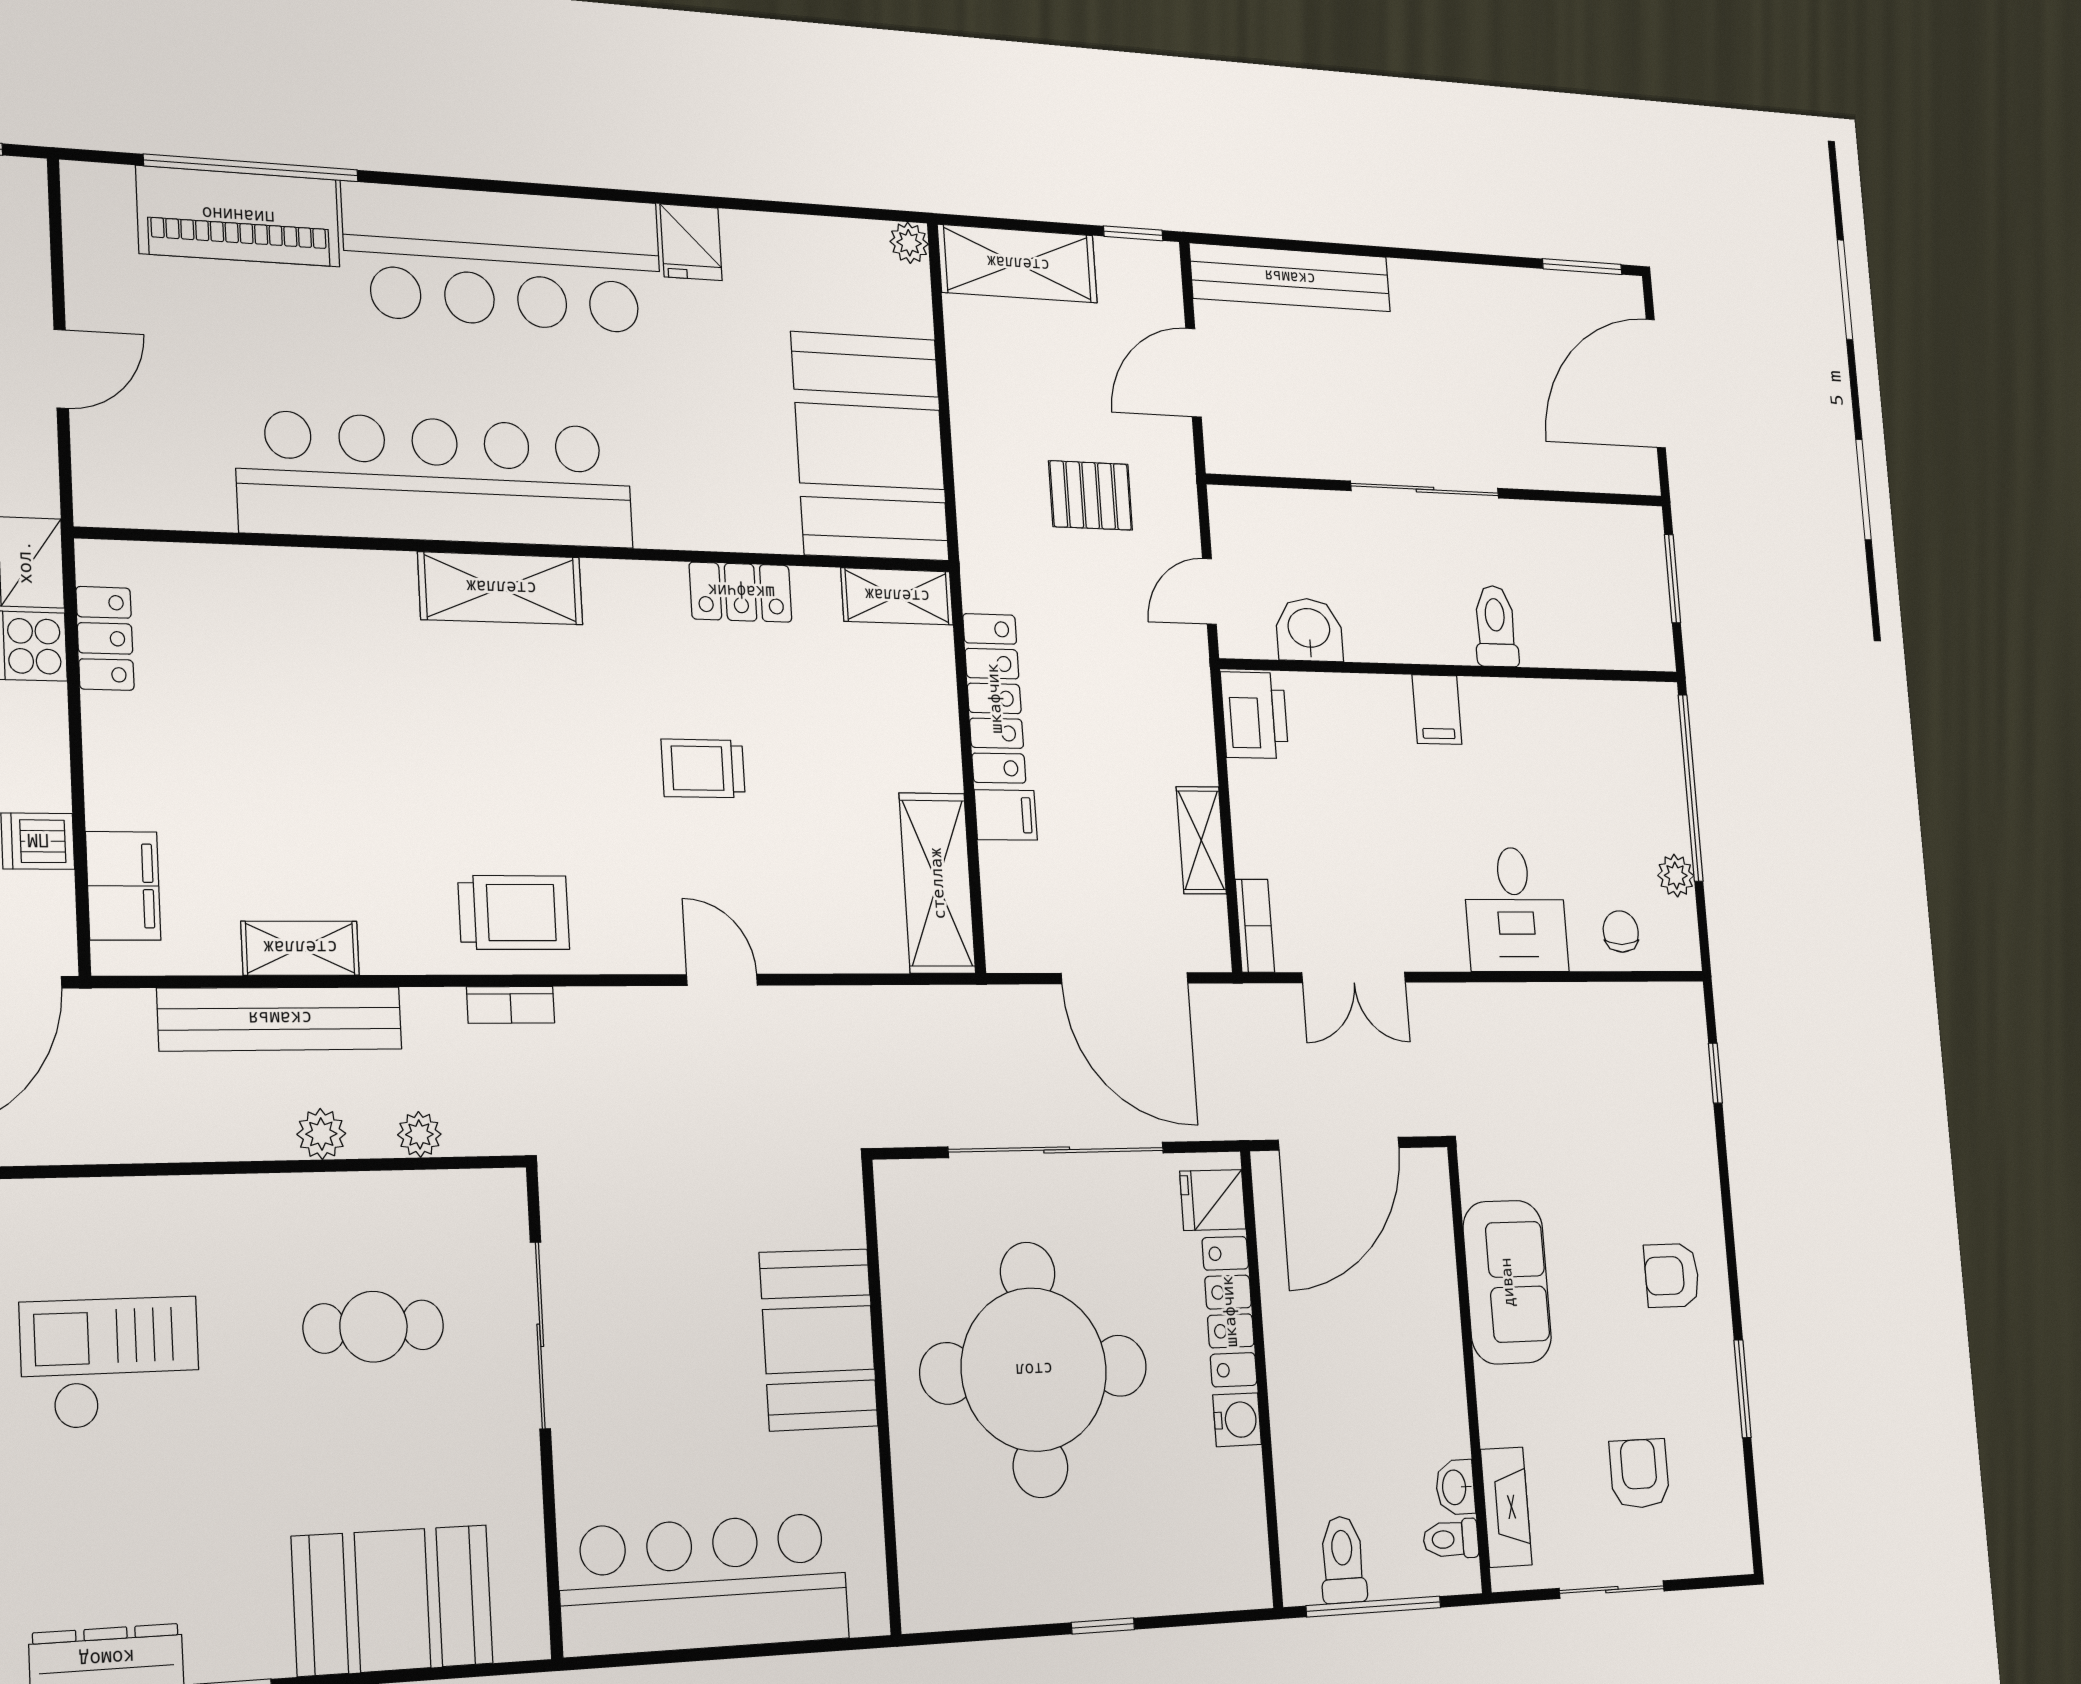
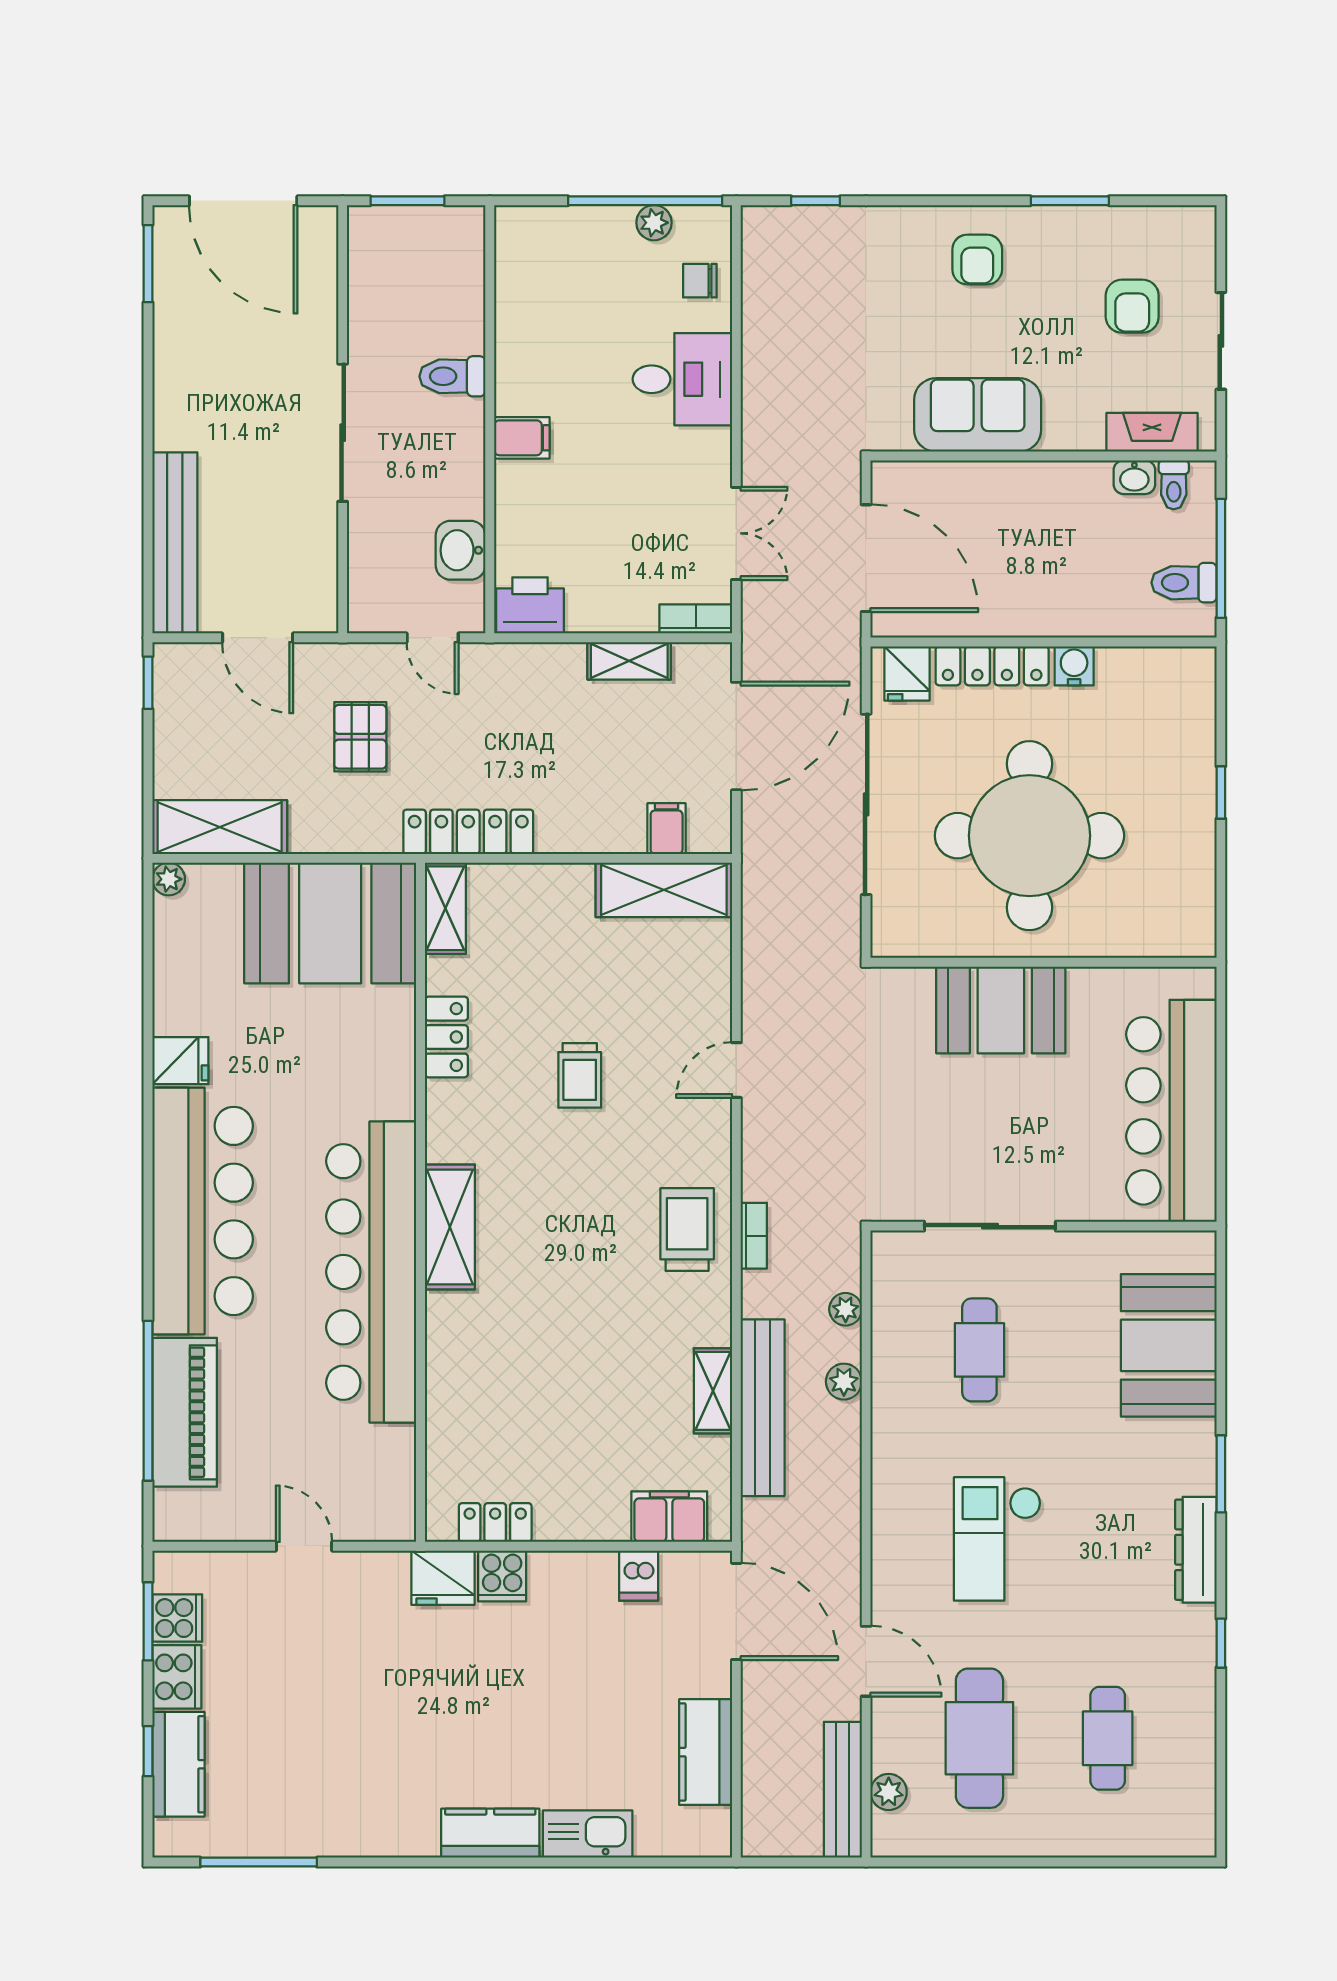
shelving: (1018, 264) -> (220, 827), moved, turned 90
locker: (994, 698) -> (468, 832), moved
window: (1691, 788) -> (645, 201), moved
filing cabinet: (1006, 815) -> (667, 829), moved
armchair: (1639, 1474) -> (1132, 306), turned -90

